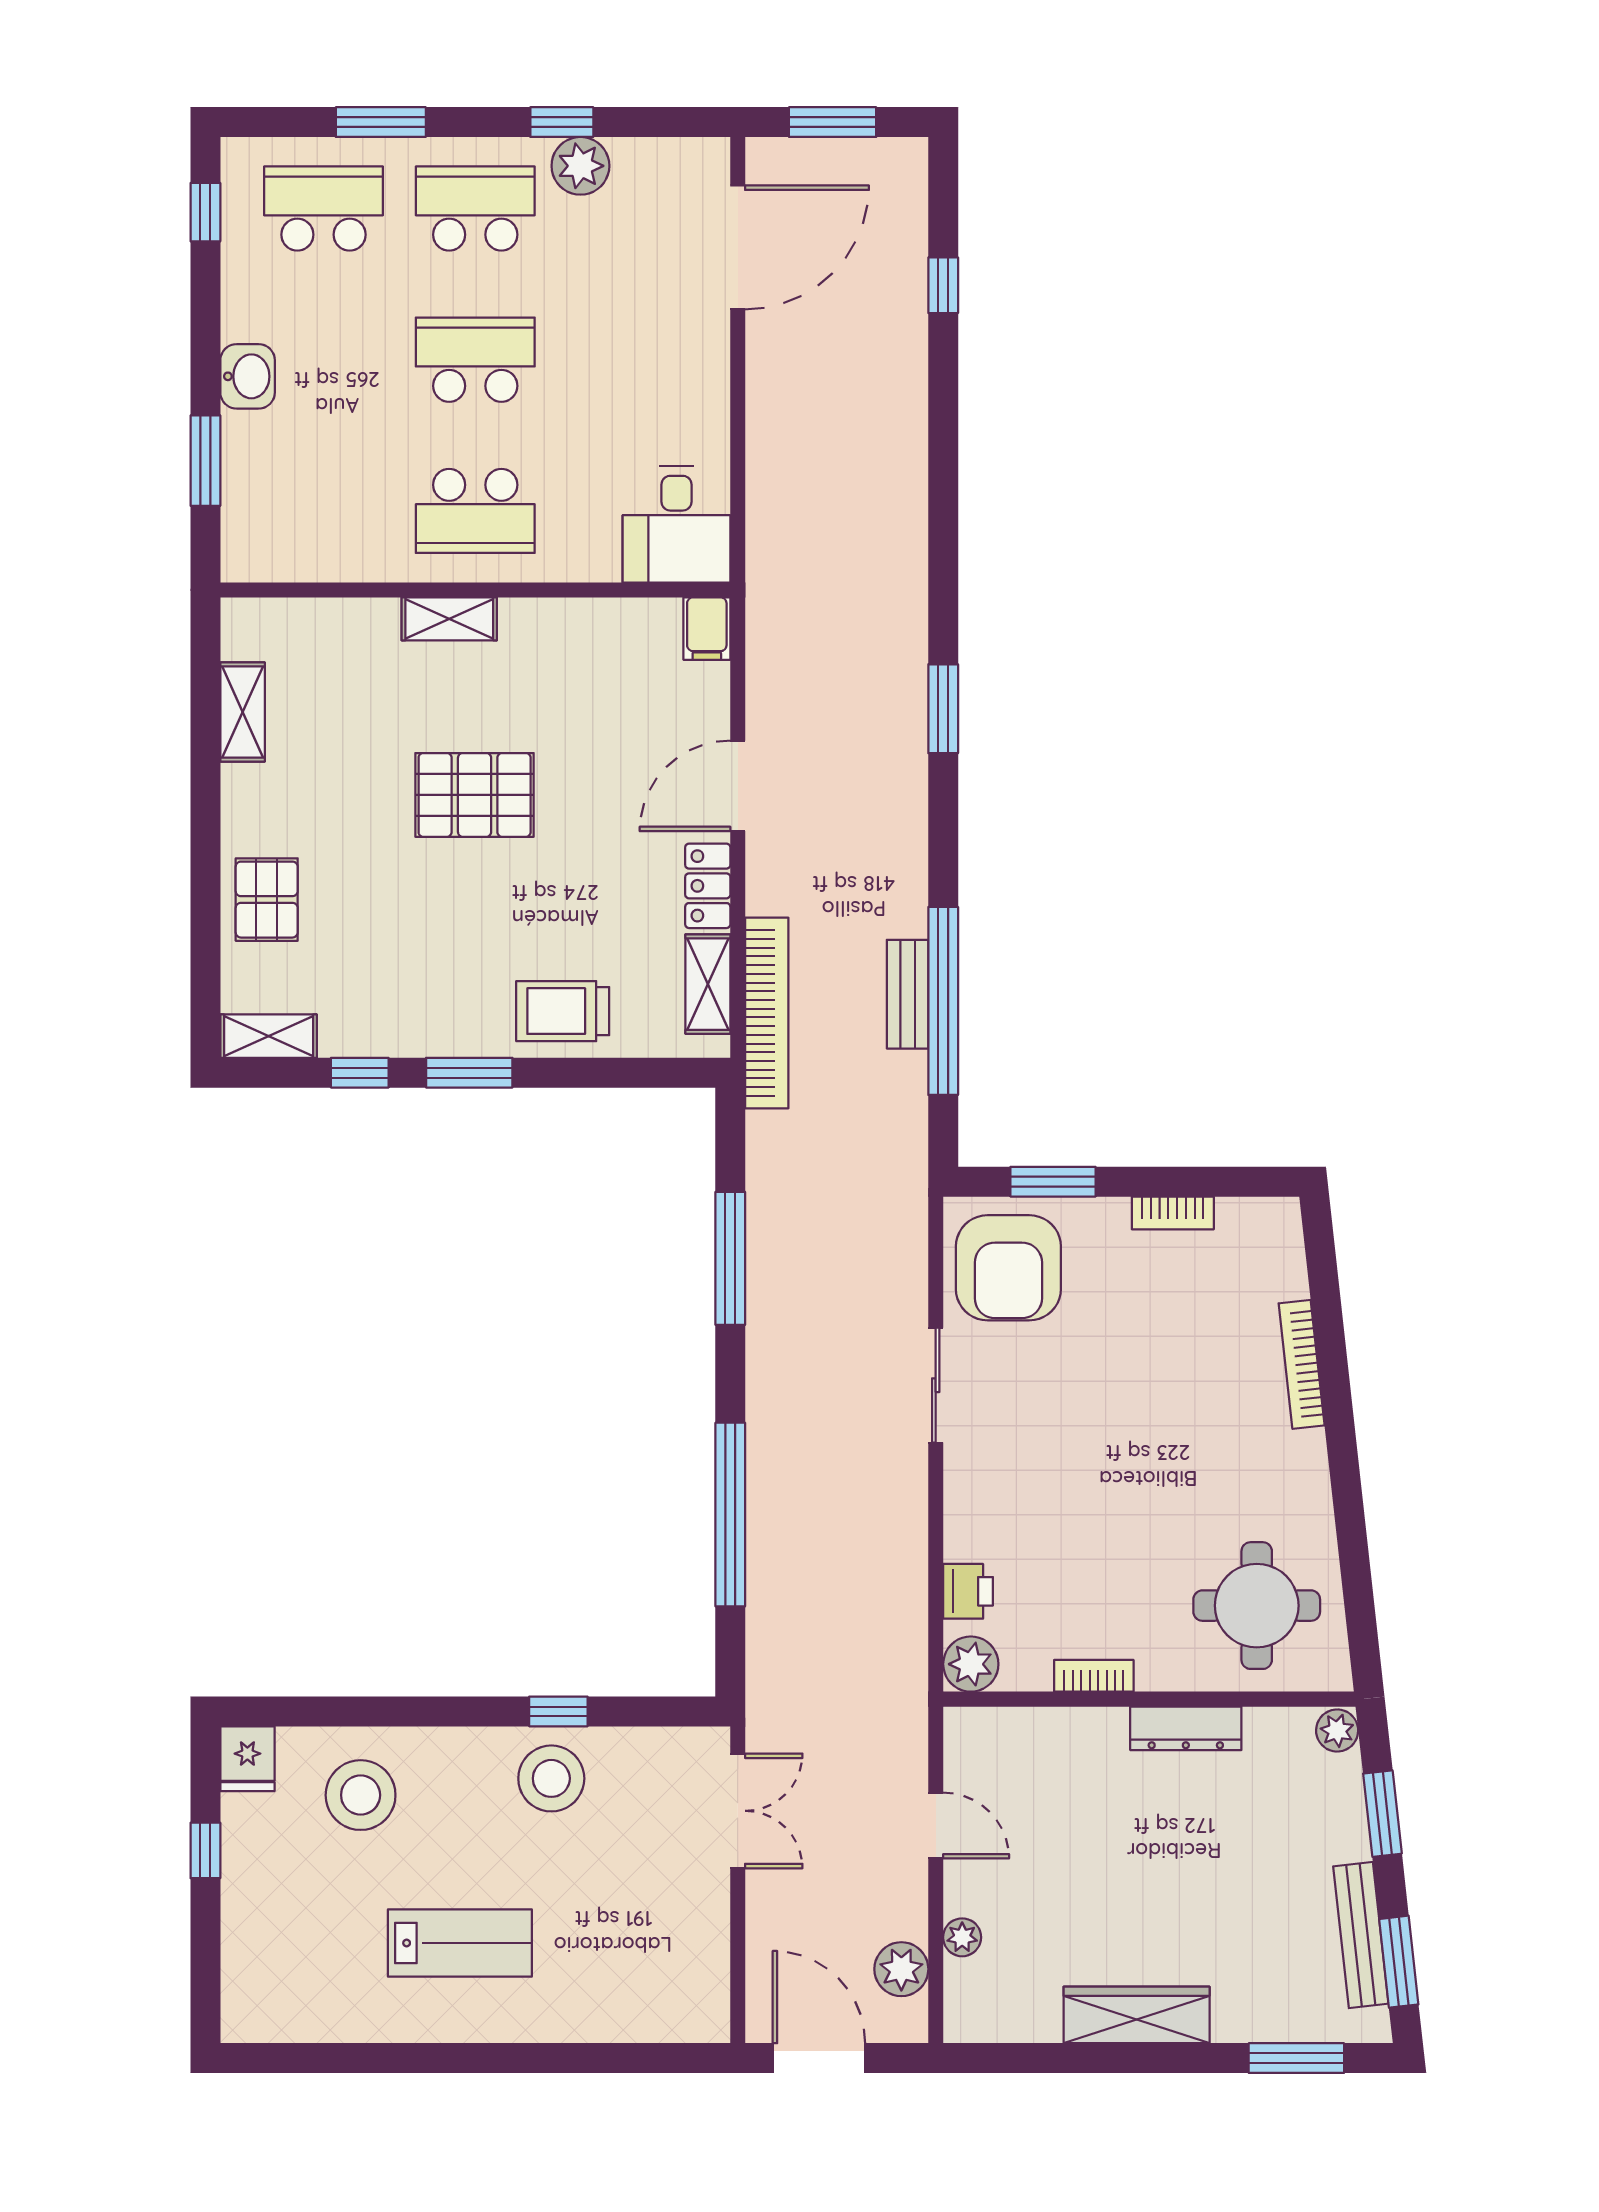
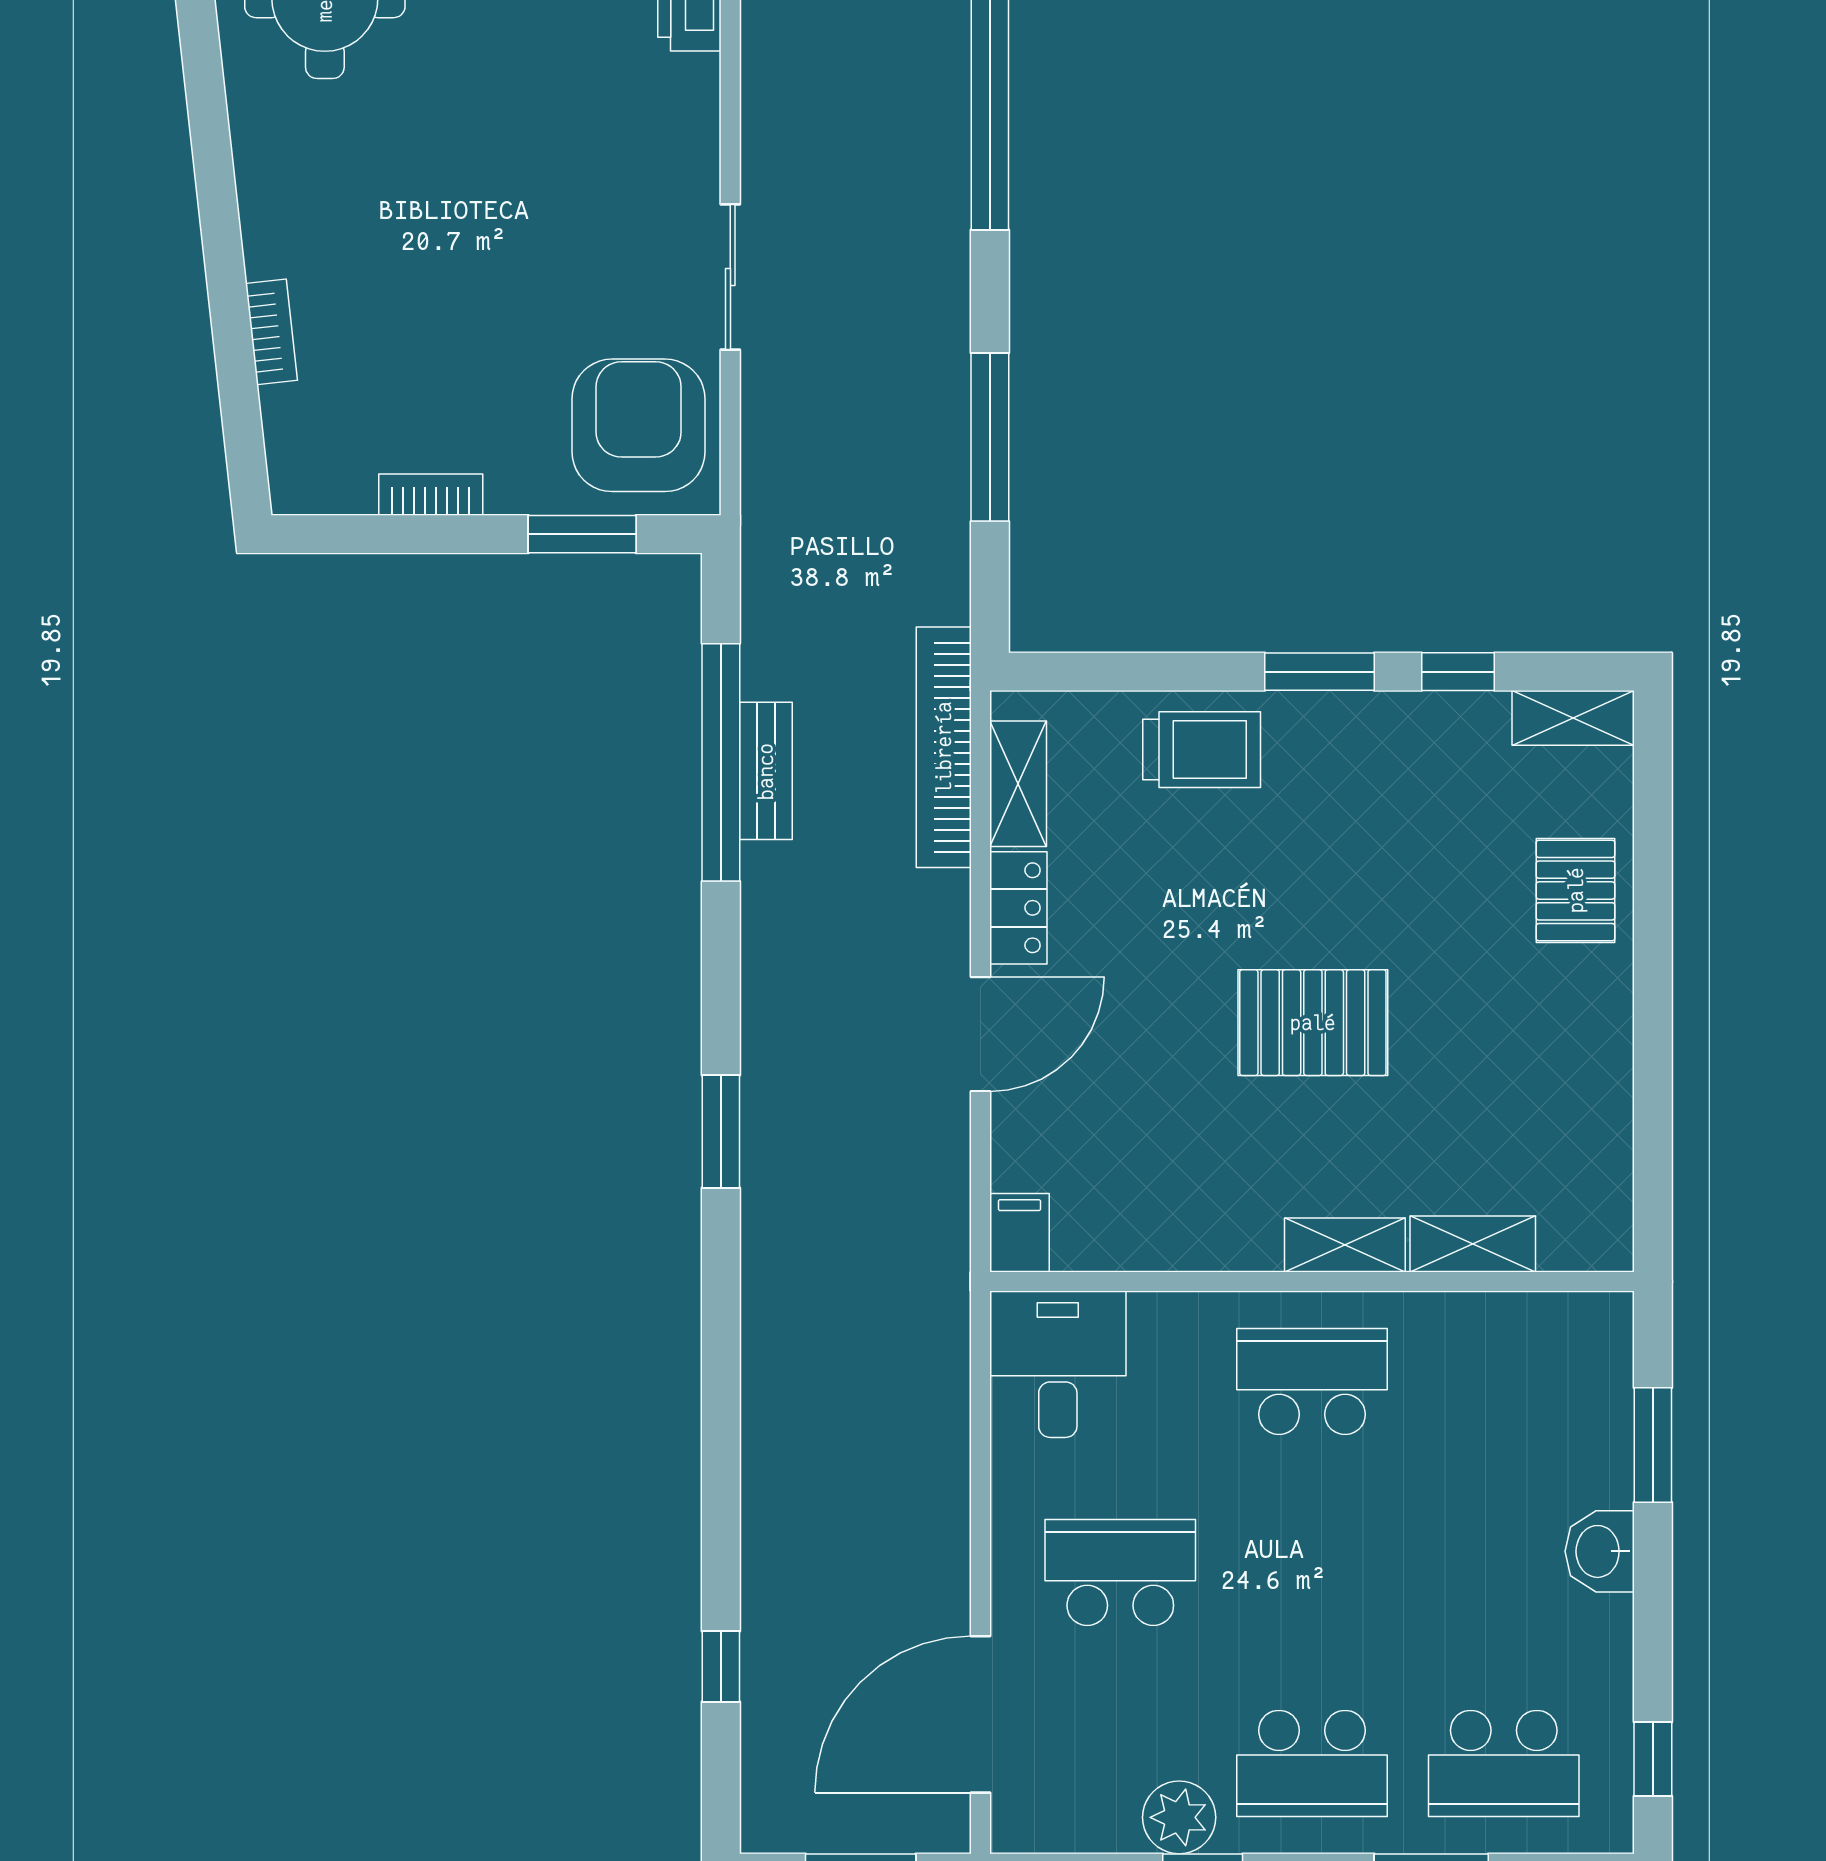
school desk: (475, 360) -> (1120, 1572), moved, turned 180
shelving: (243, 712) -> (1473, 1244), moved, turned 90
bookcase: (1302, 1364) -> (271, 332), width x0.64

